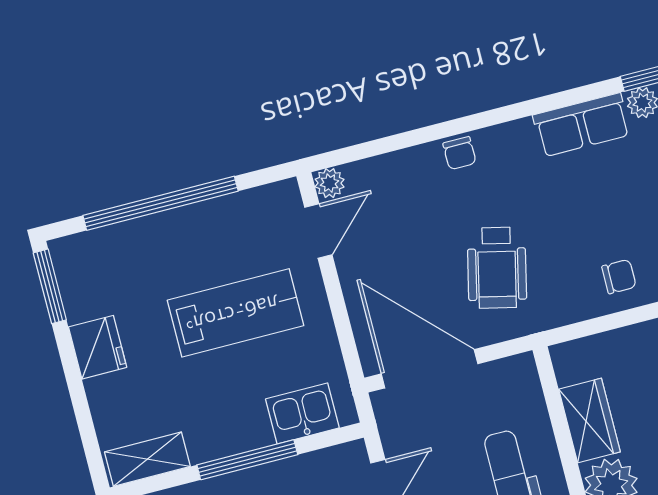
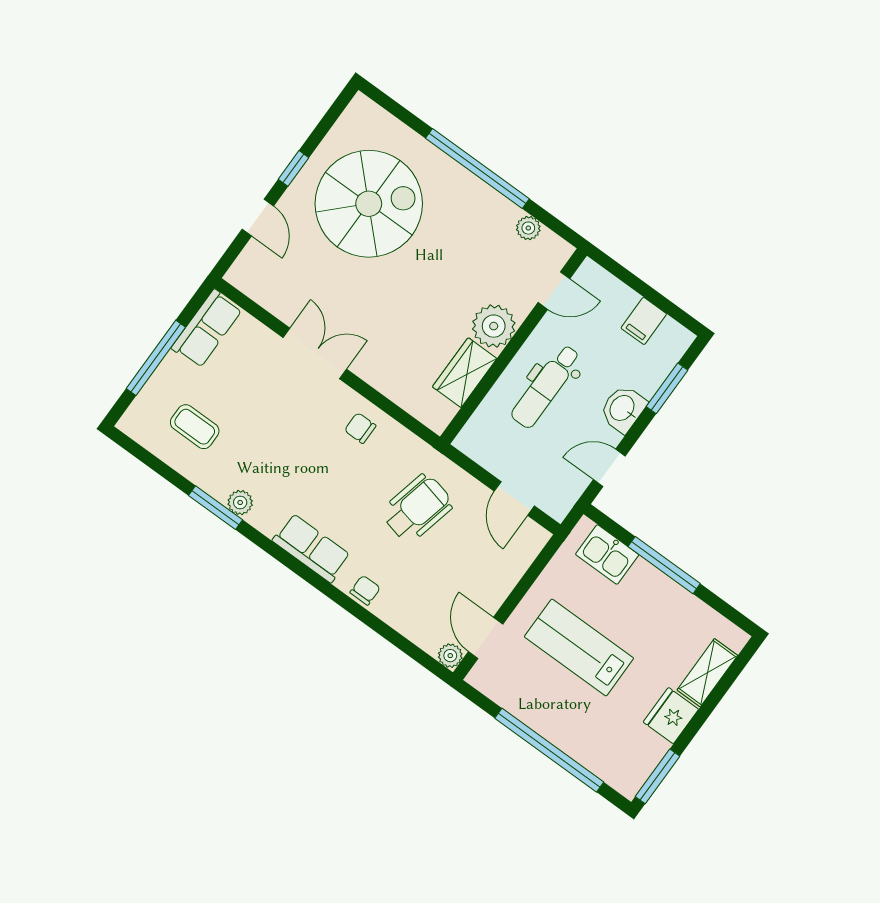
row of seats: (582, 125) -> (311, 548), moved
door: (318, 231) -> (486, 638), hinge flipped
door: (430, 369) -> (514, 498), width x0.53
shelving: (147, 459) -> (707, 673), moved, turned 90

